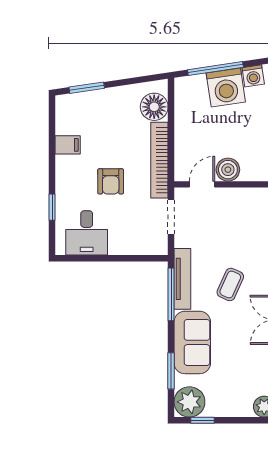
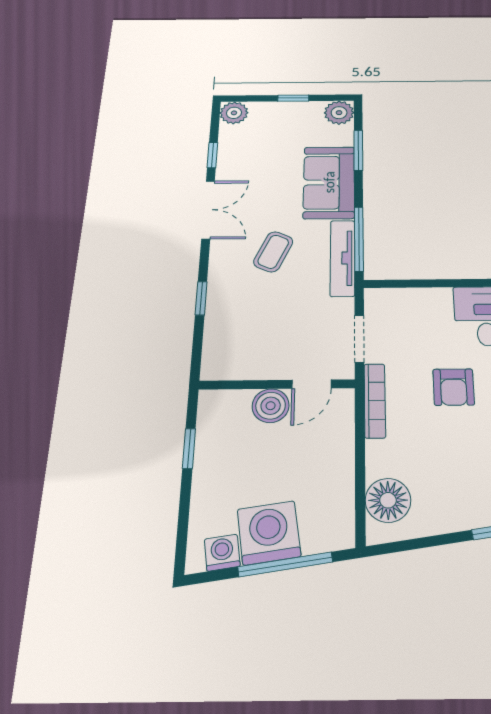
bookcase: (159, 160) -> (375, 401), width x0.68, depth x0.76
armchair: (111, 181) -> (454, 387), turned 180
plant: (189, 402) -> (339, 113), width x0.73, depth x0.73
window: (202, 420) -> (293, 98), moved

